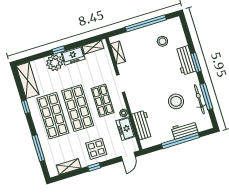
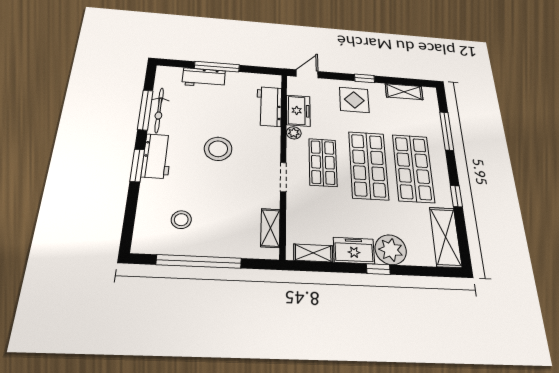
workbench: (185, 60) -> (157, 156), moved
stool: (176, 101) -> (218, 149), moved
window: (180, 141) -> (217, 67), width x0.68

